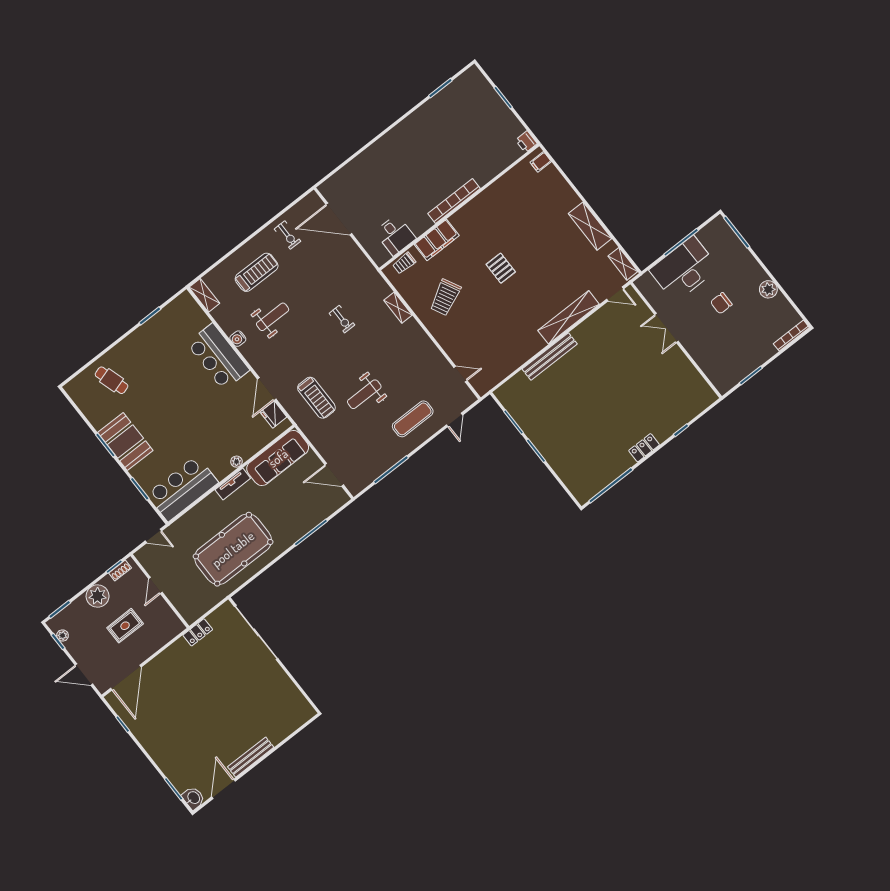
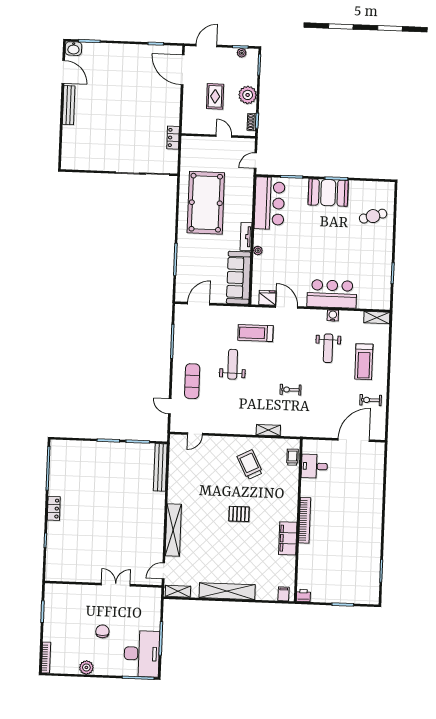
shelving: (590, 226) -> (227, 591), width x1.47
filing cabinet: (437, 240) -> (288, 538), moved
desk: (684, 269) -> (142, 654), moved
bench: (550, 357) -> (160, 467), moved

